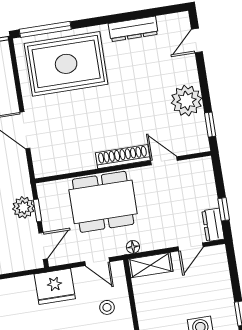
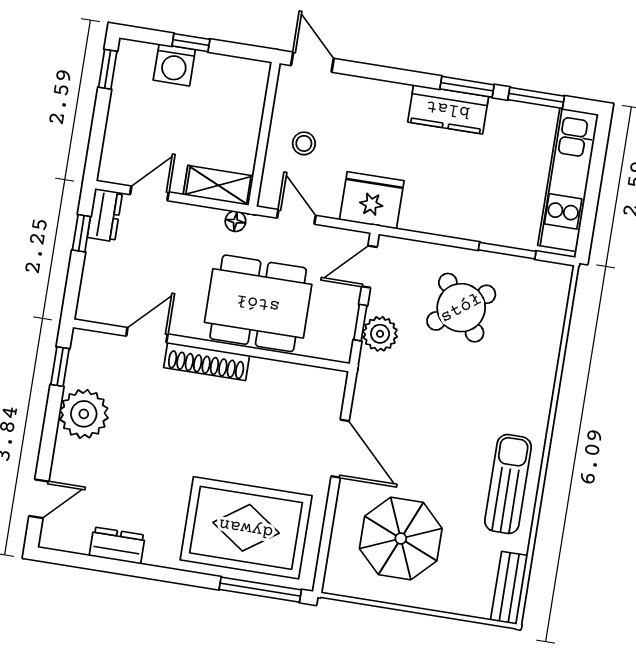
dresser: (133, 29) -> (117, 545), width x0.70
door: (164, 161) -> (147, 335), swing flipped

